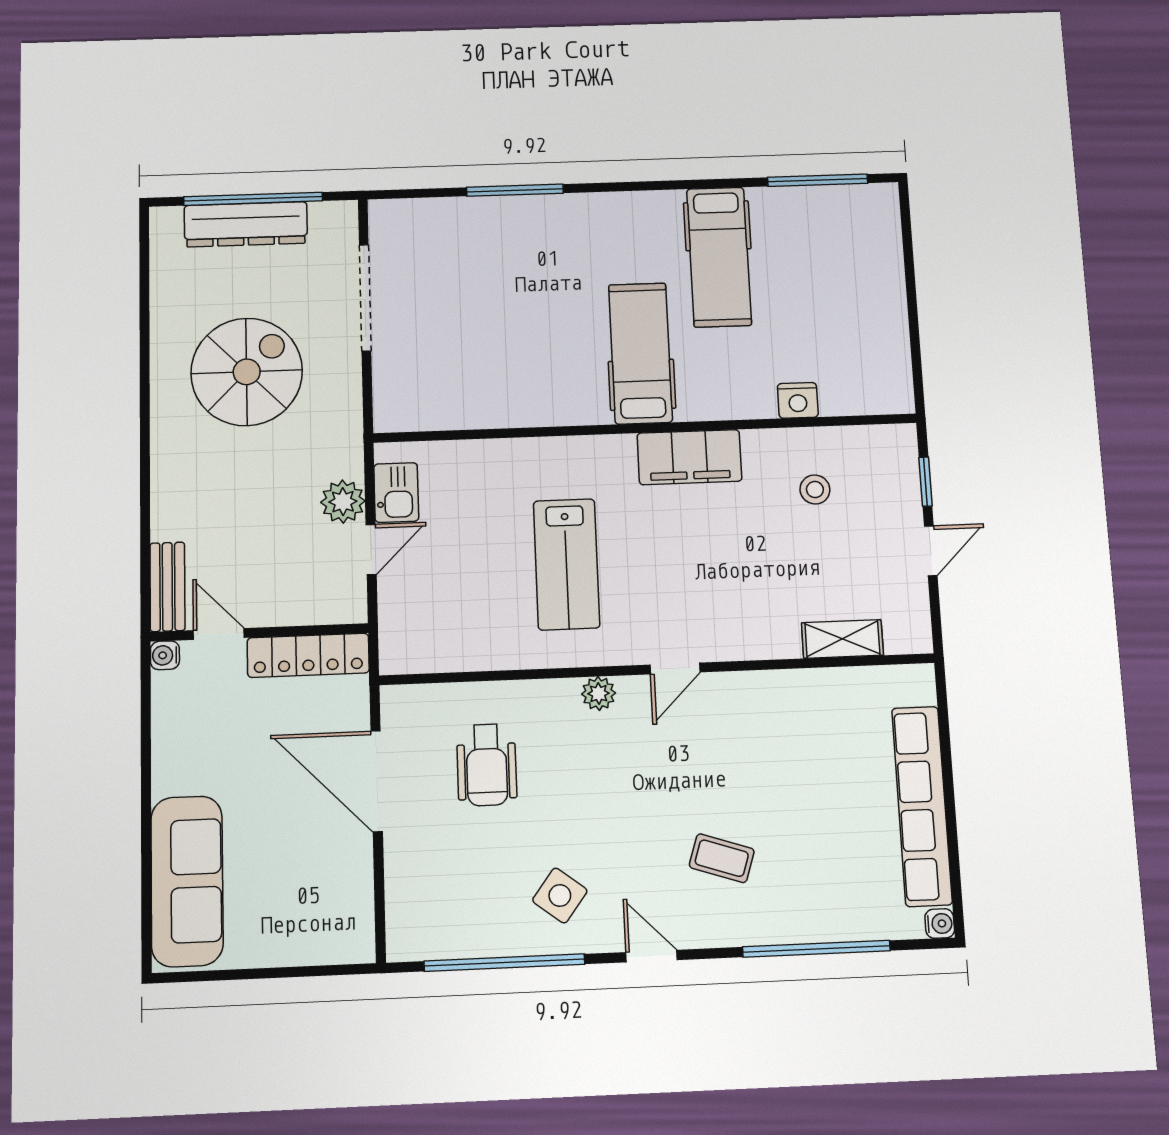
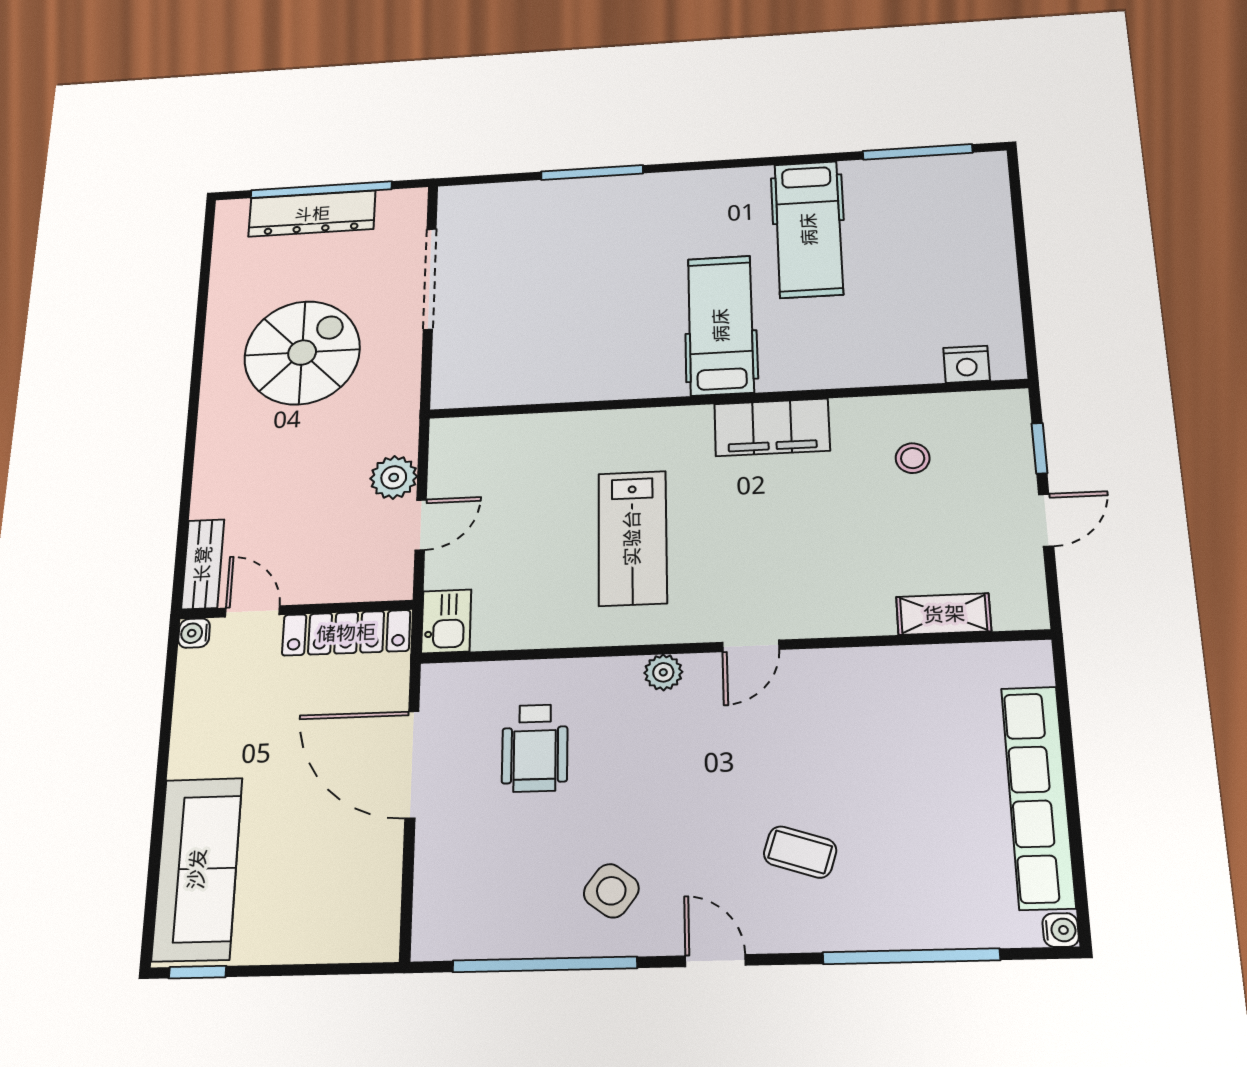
nightstand: (798, 400) -> (967, 364), moved
kitchen sink: (396, 493) -> (446, 621), moved
window: (195, 976) -> (198, 972), added

